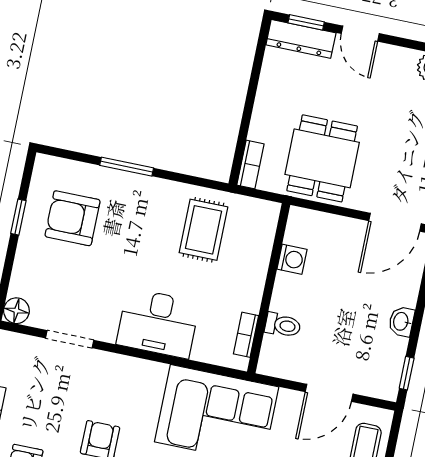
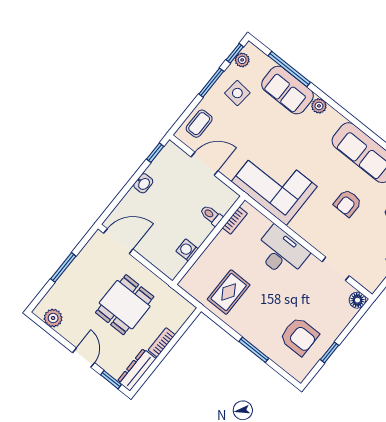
dresser: (301, 39) -> (137, 370), moved, turned -90
dining table: (322, 158) -> (125, 305), moved
bookcase: (250, 164) -> (162, 342), moved

